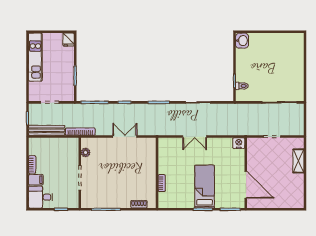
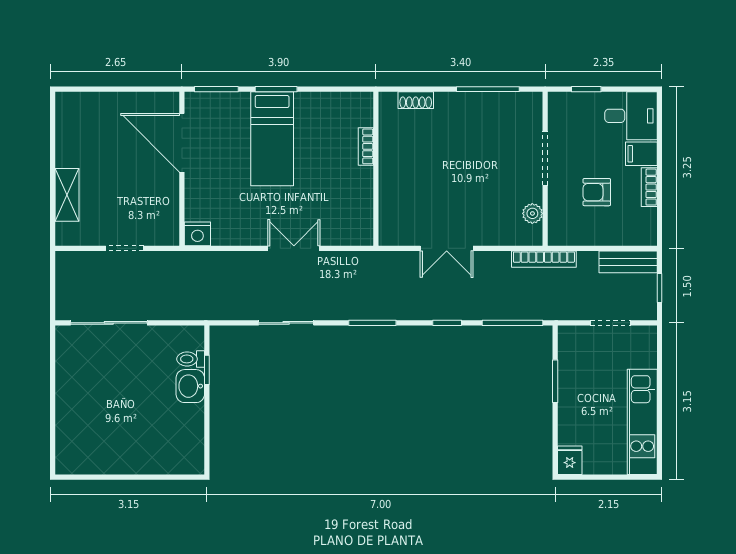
washbasin: (242, 41) -> (190, 386), moved
bench: (47, 130) -> (628, 262), width x0.73
armchair: (56, 162) -> (597, 192), added

